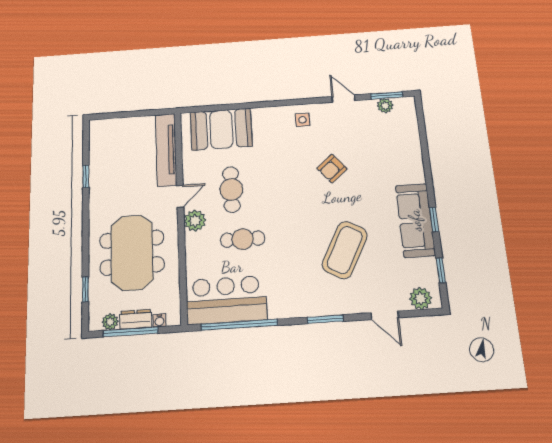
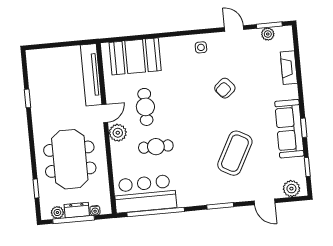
fireplace: (412, 145) -> (289, 68), added

